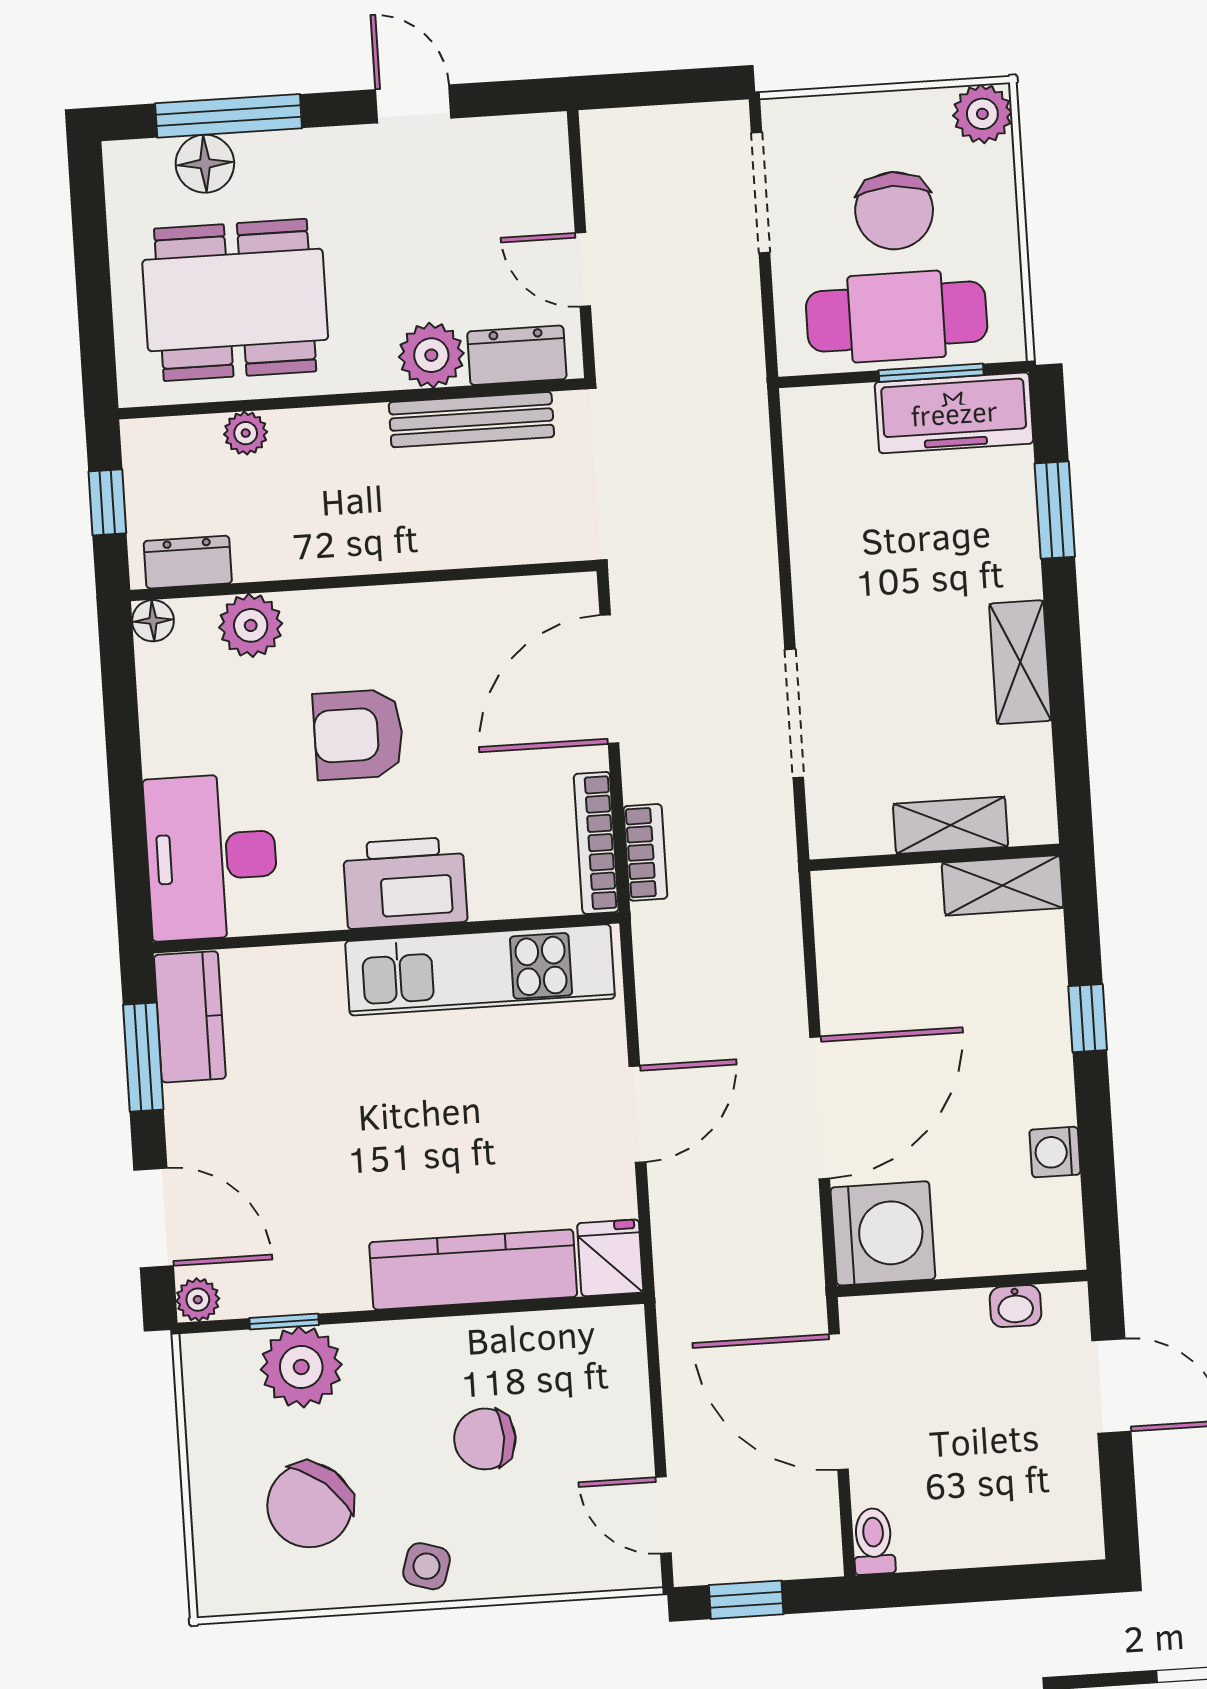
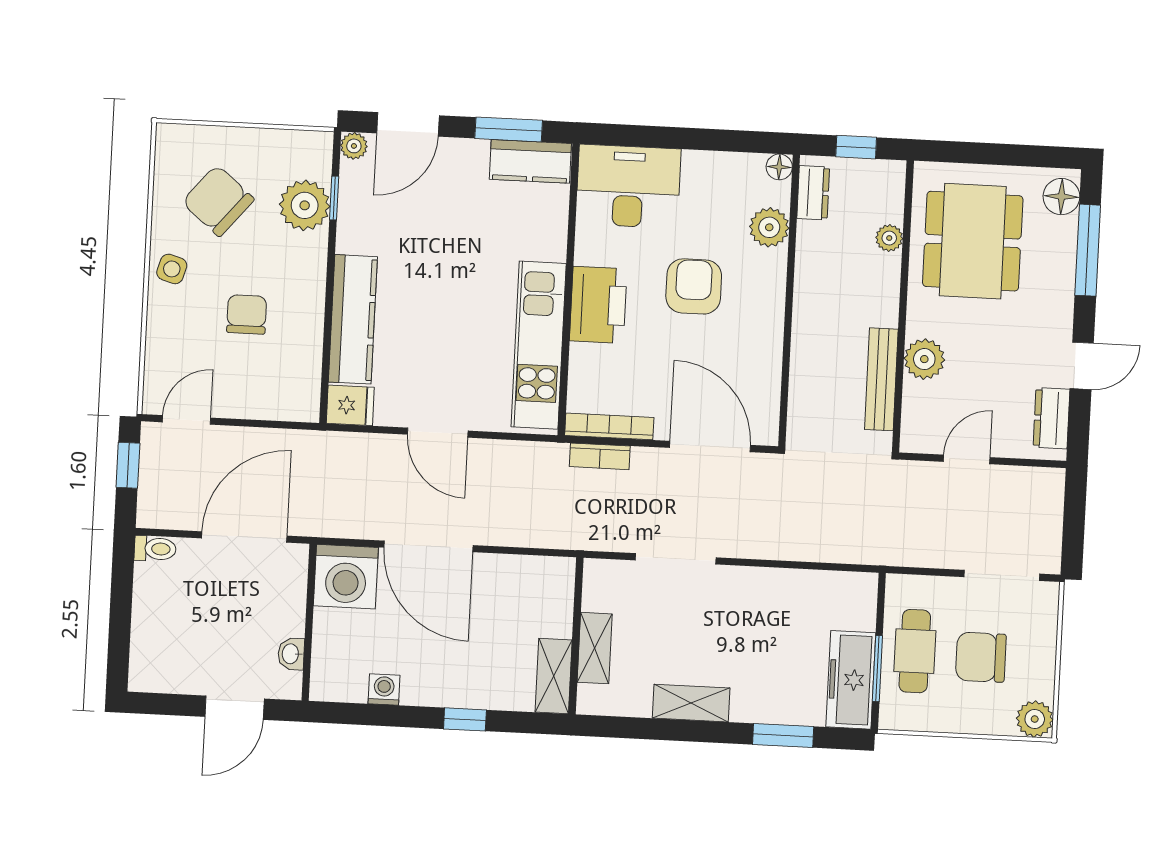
floor lamp: (205, 164) -> (1061, 197), moved
cafe table: (897, 317) -> (915, 651), width x0.73, depth x0.74
dresser: (517, 355) -> (1052, 418), moved, turned 180

